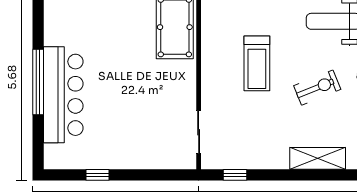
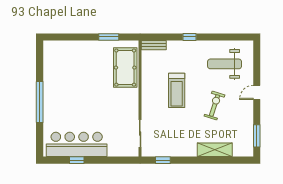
exercise bike: (317, 88) -> (214, 105), turned -50
bar counter: (63, 95) -> (77, 144), moved, turned -90

